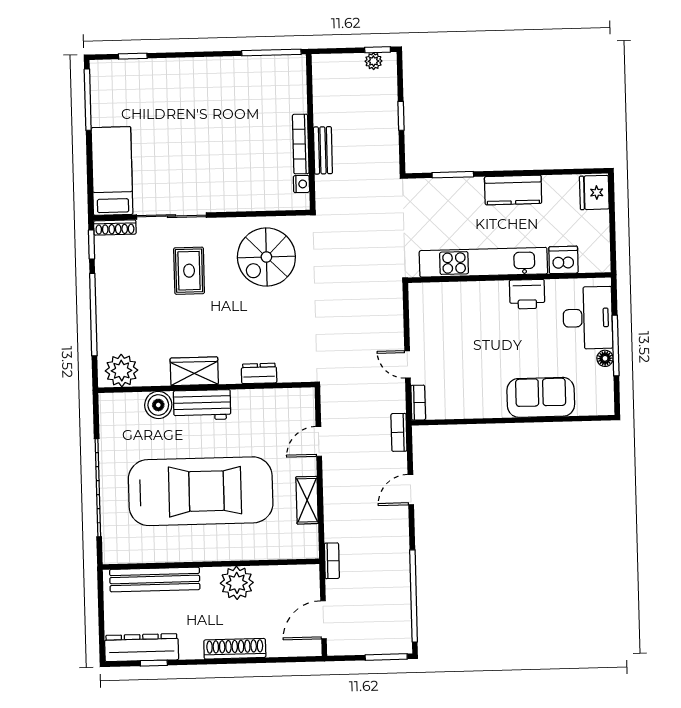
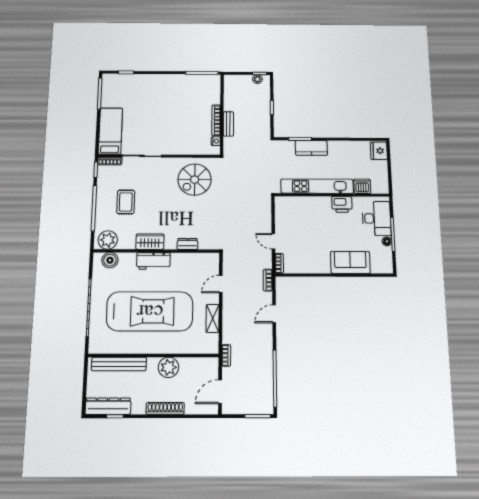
kitchen counter: (513, 190) -> (311, 148), moved
rug: (189, 271) -> (126, 202), moved
boiler: (158, 405) -> (110, 260), moved

